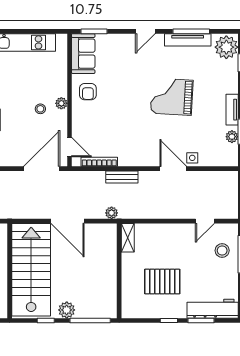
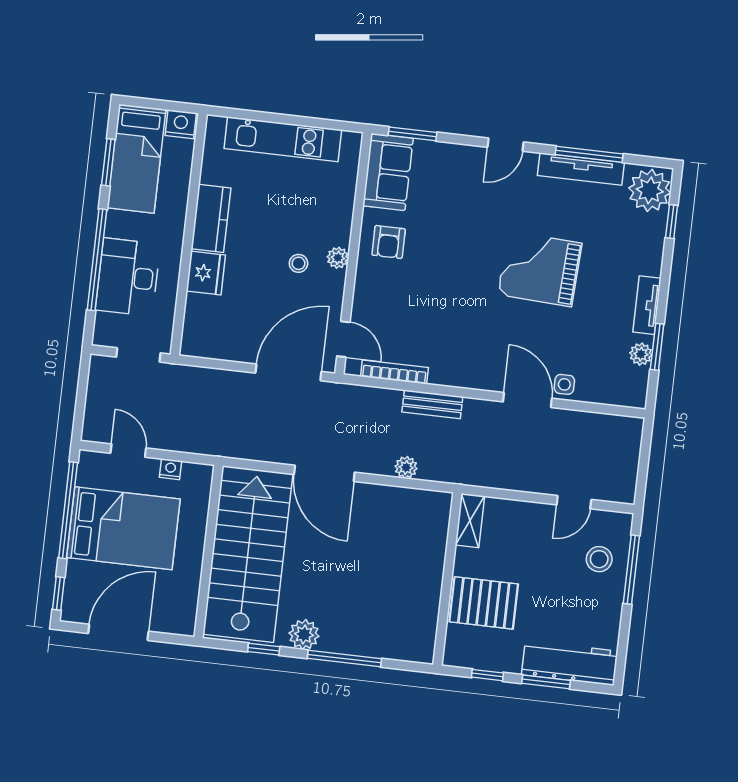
shelving: (128, 238) -> (470, 521), moved
wall: (119, 271) -> (447, 579), moved

